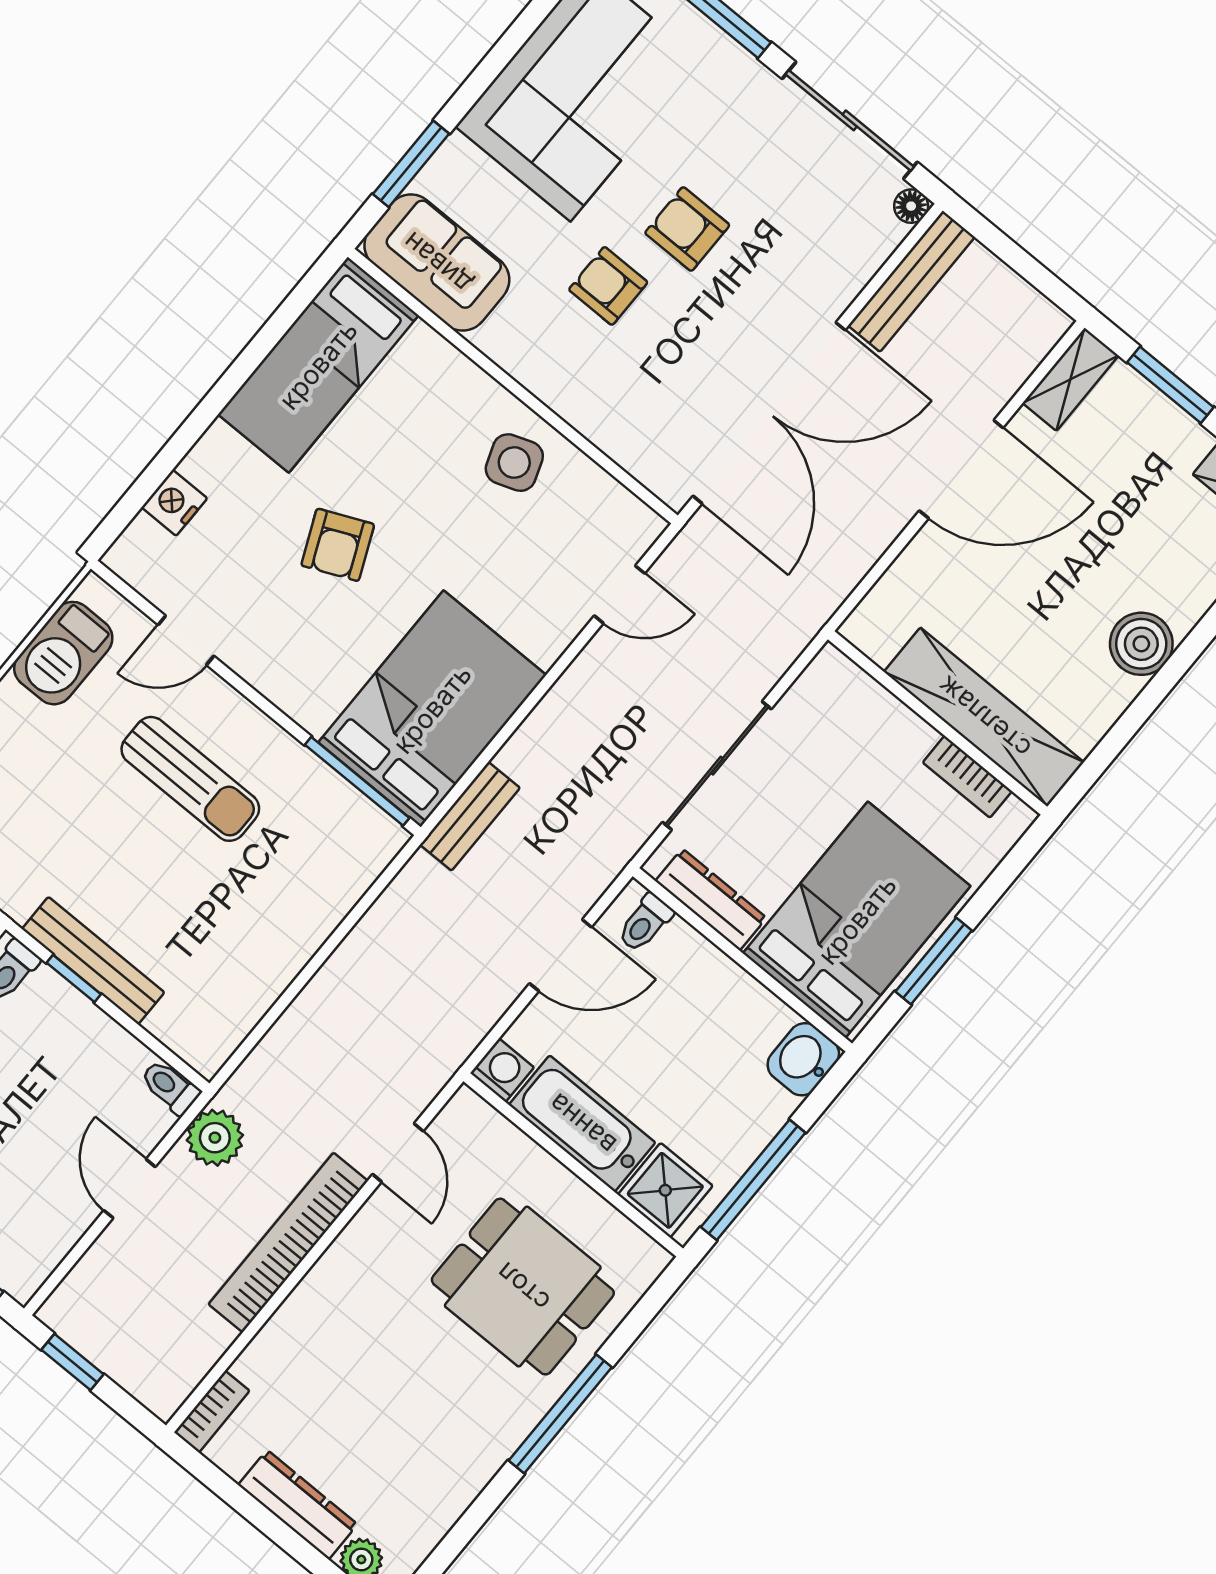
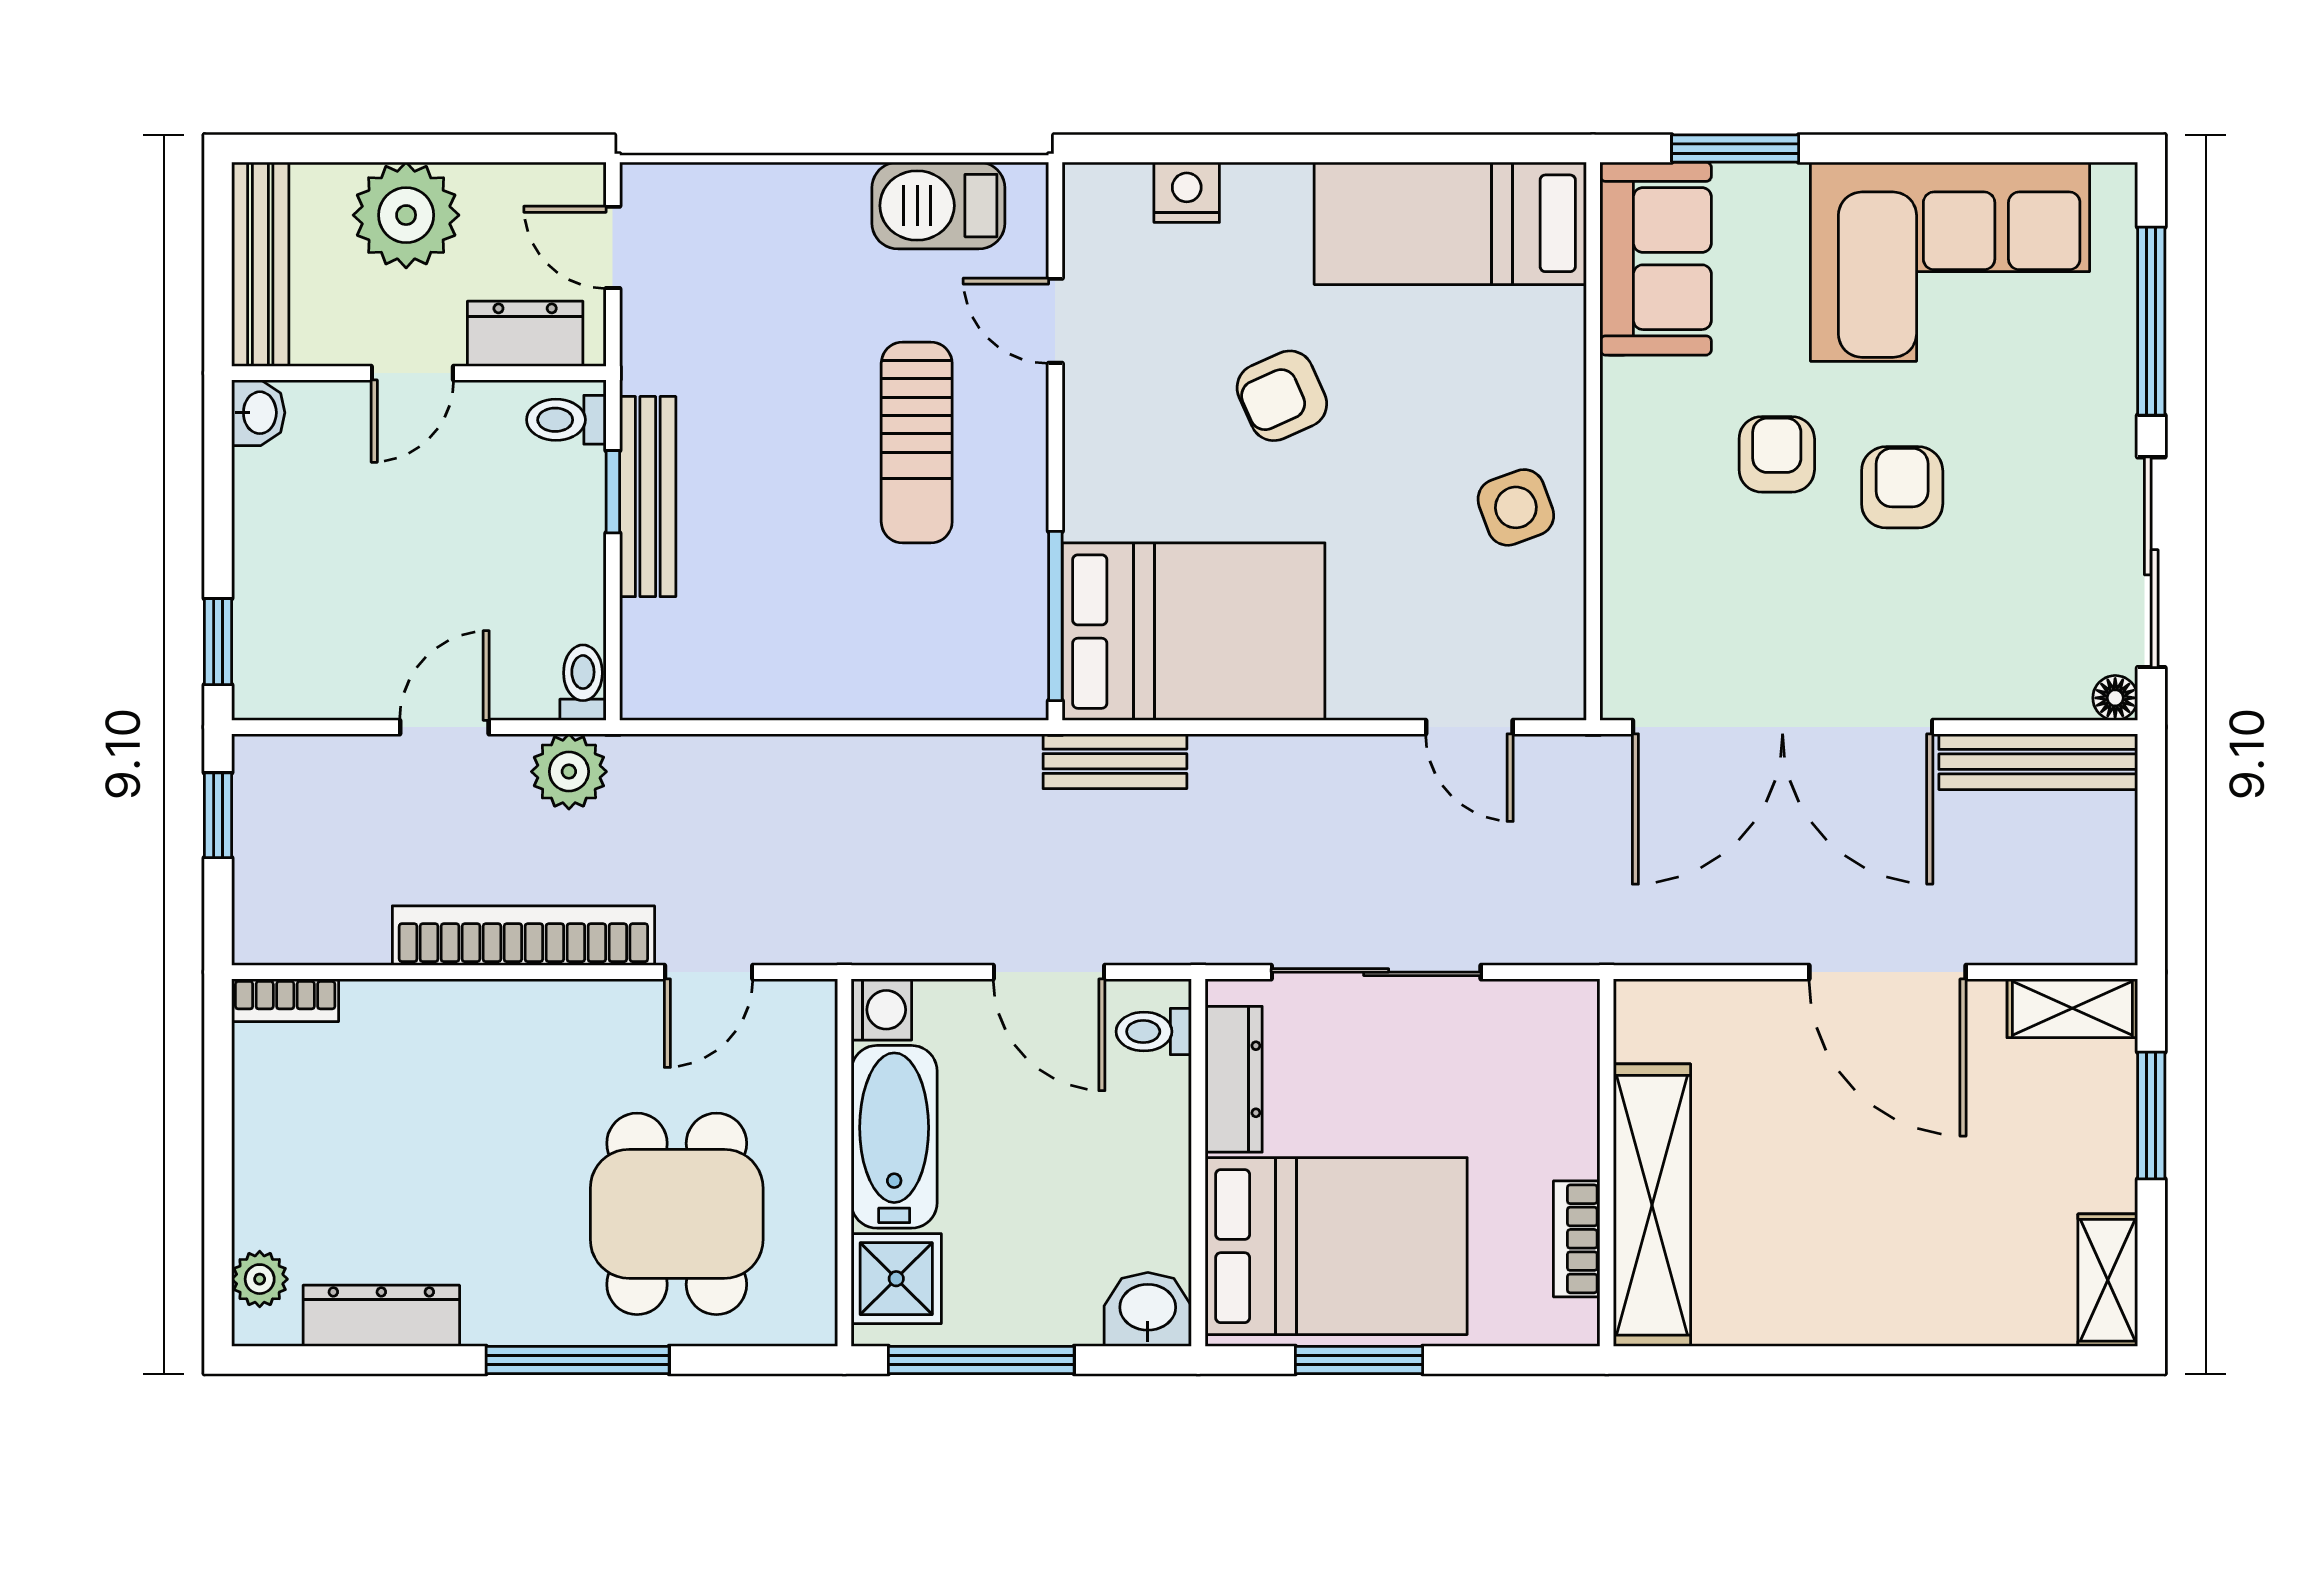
boiler: (1141, 644) -> (1861, 1305), removed
dresser: (298, 1505) -> (381, 1316), moved, turned -90

